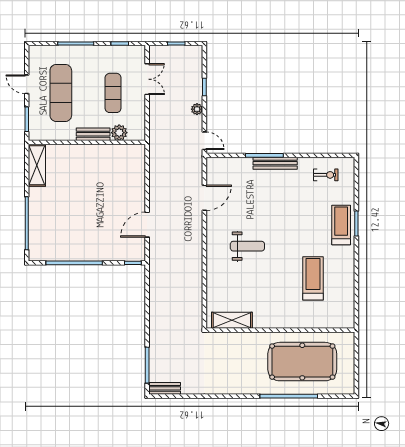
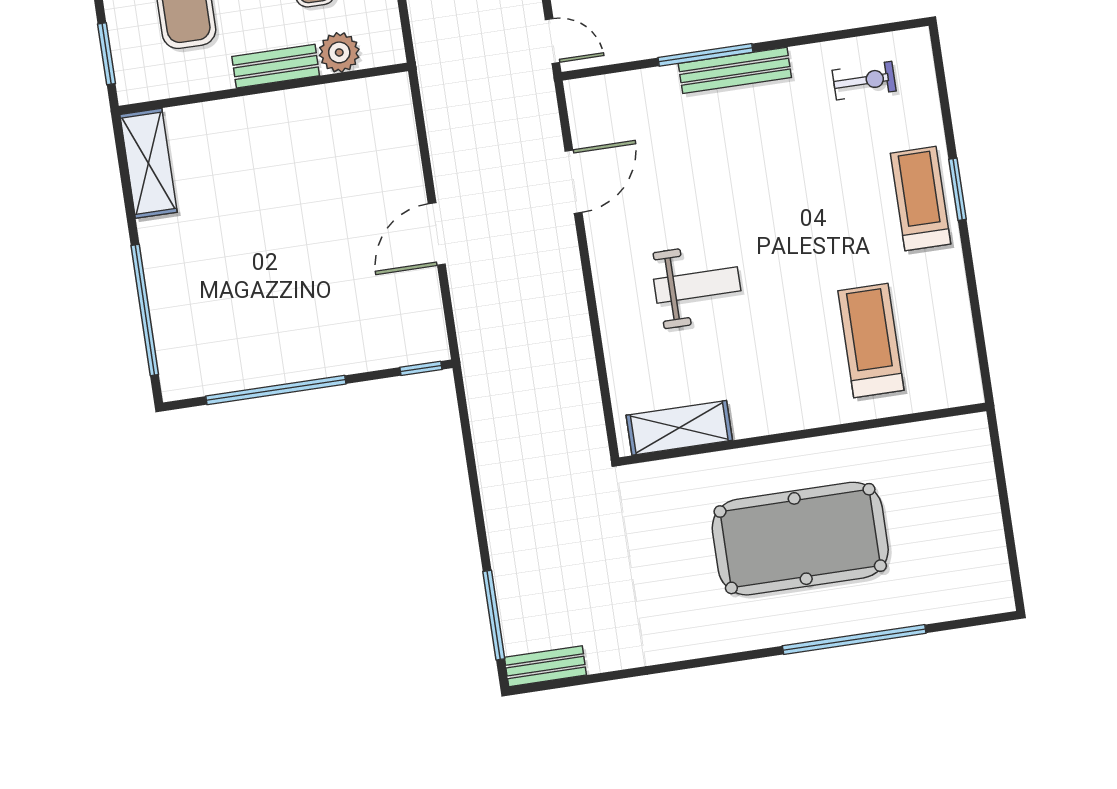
door: (147, 225) -> (437, 234), moved
shelving: (232, 320) -> (679, 428), moved
wall: (280, 330) -> (803, 434), moved
pool table: (302, 362) -> (800, 539), moved

